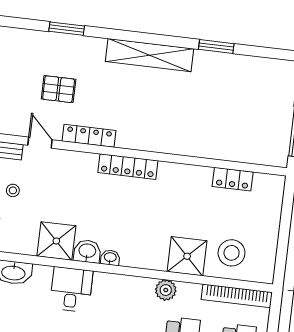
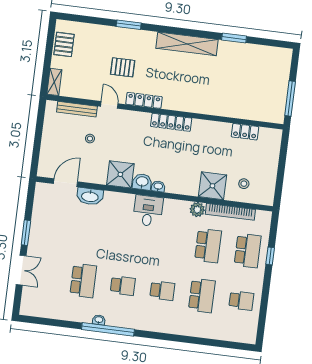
stool: (232, 253) -> (244, 184), width x0.53, depth x0.53
desk: (71, 289) -> (148, 211), moved
bookcase: (237, 296) -> (230, 212), moved

